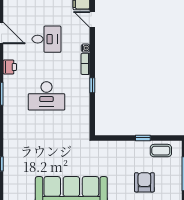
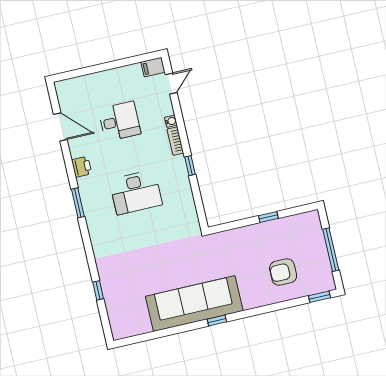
door: (92, 19) -> (171, 83), swing flipped
coffee table: (161, 151) -> (294, 228), removed
armchair: (144, 182) -> (283, 272), turned -90

